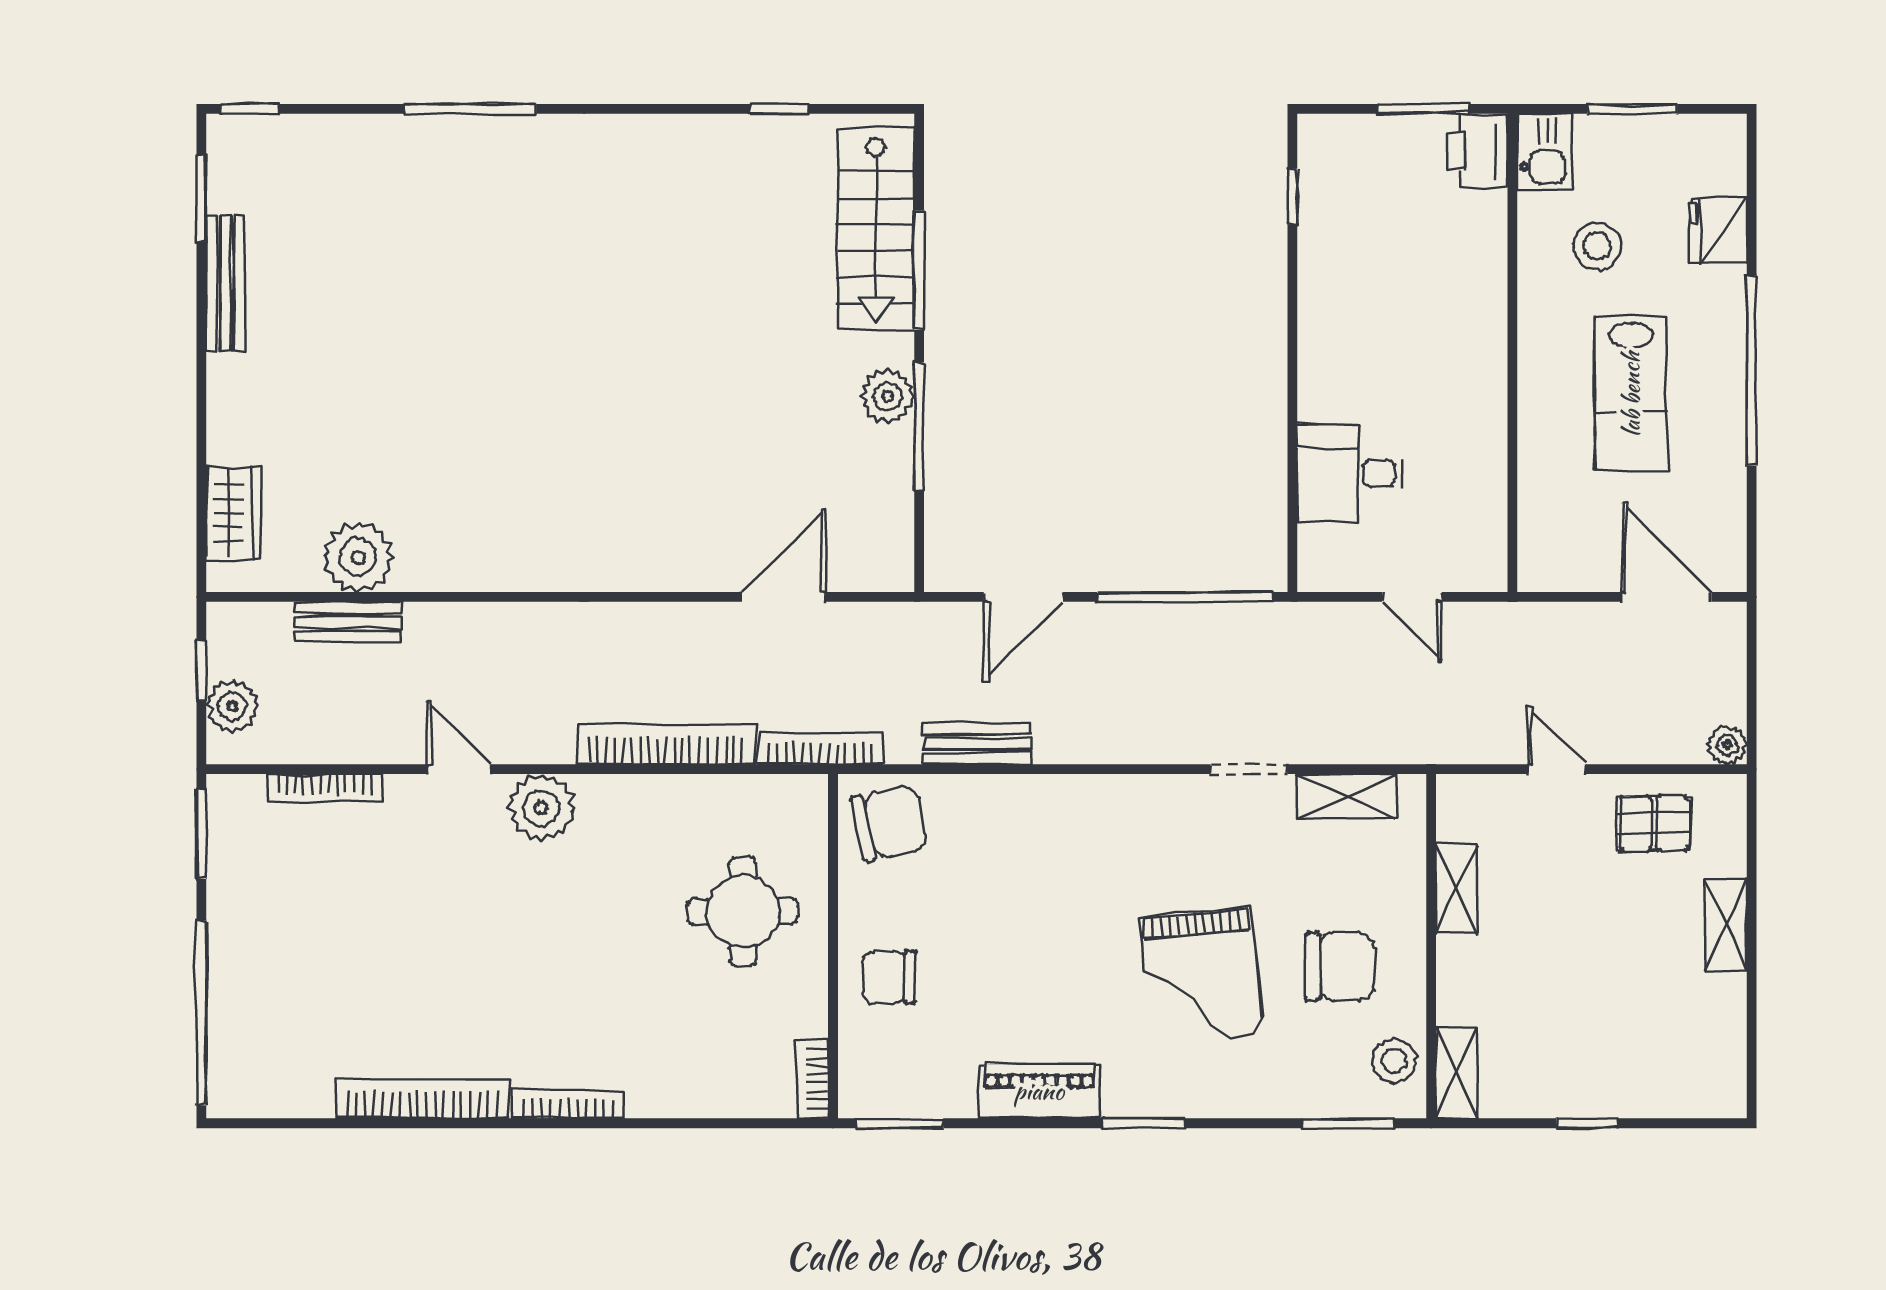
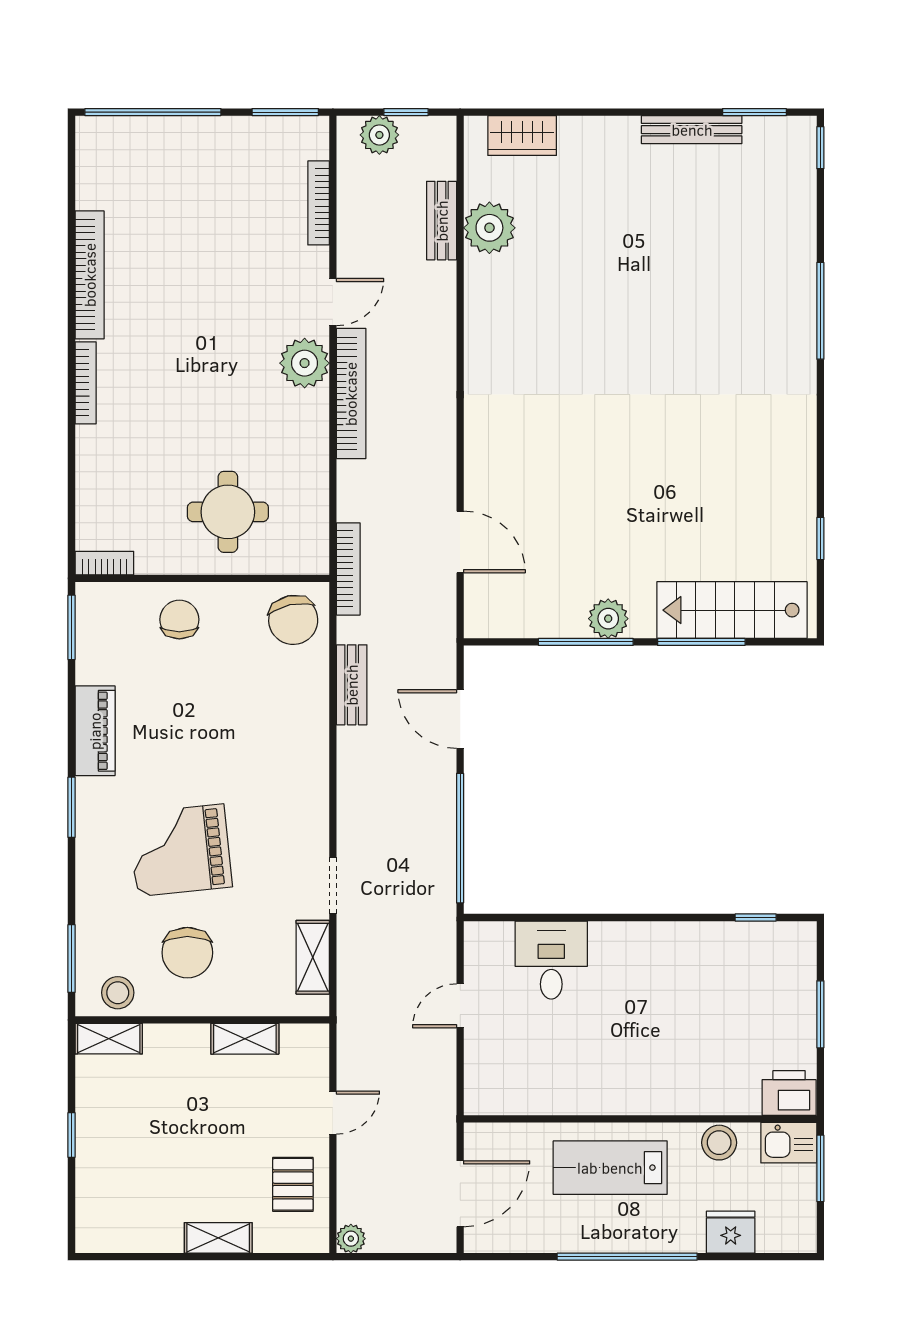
printer: (1477, 151) -> (789, 1093), moved
kitchen sink: (1545, 152) -> (789, 1143), moved
wall: (1512, 353) -> (640, 1119), moved
bookcase: (666, 744) -> (351, 394), moved

